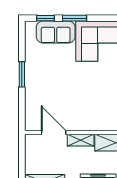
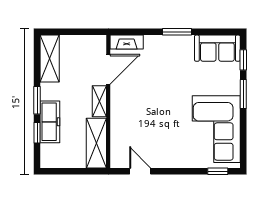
sofa: (56, 32) -> (217, 48), moved, turned -90
fireplace: (30, 117) -> (127, 42), added

